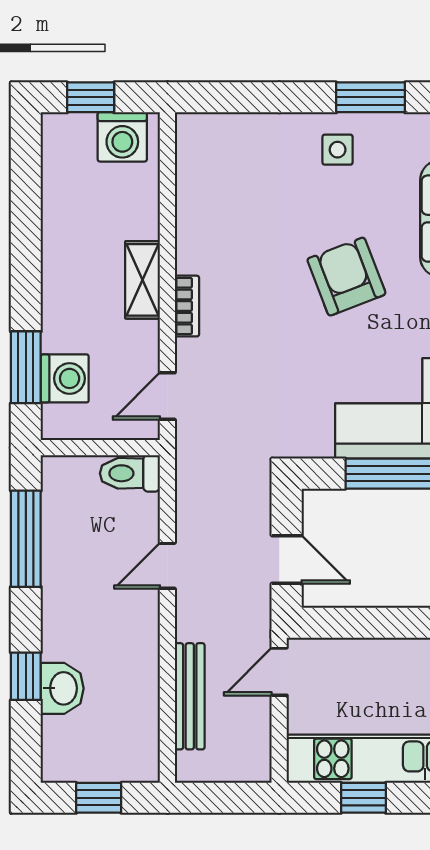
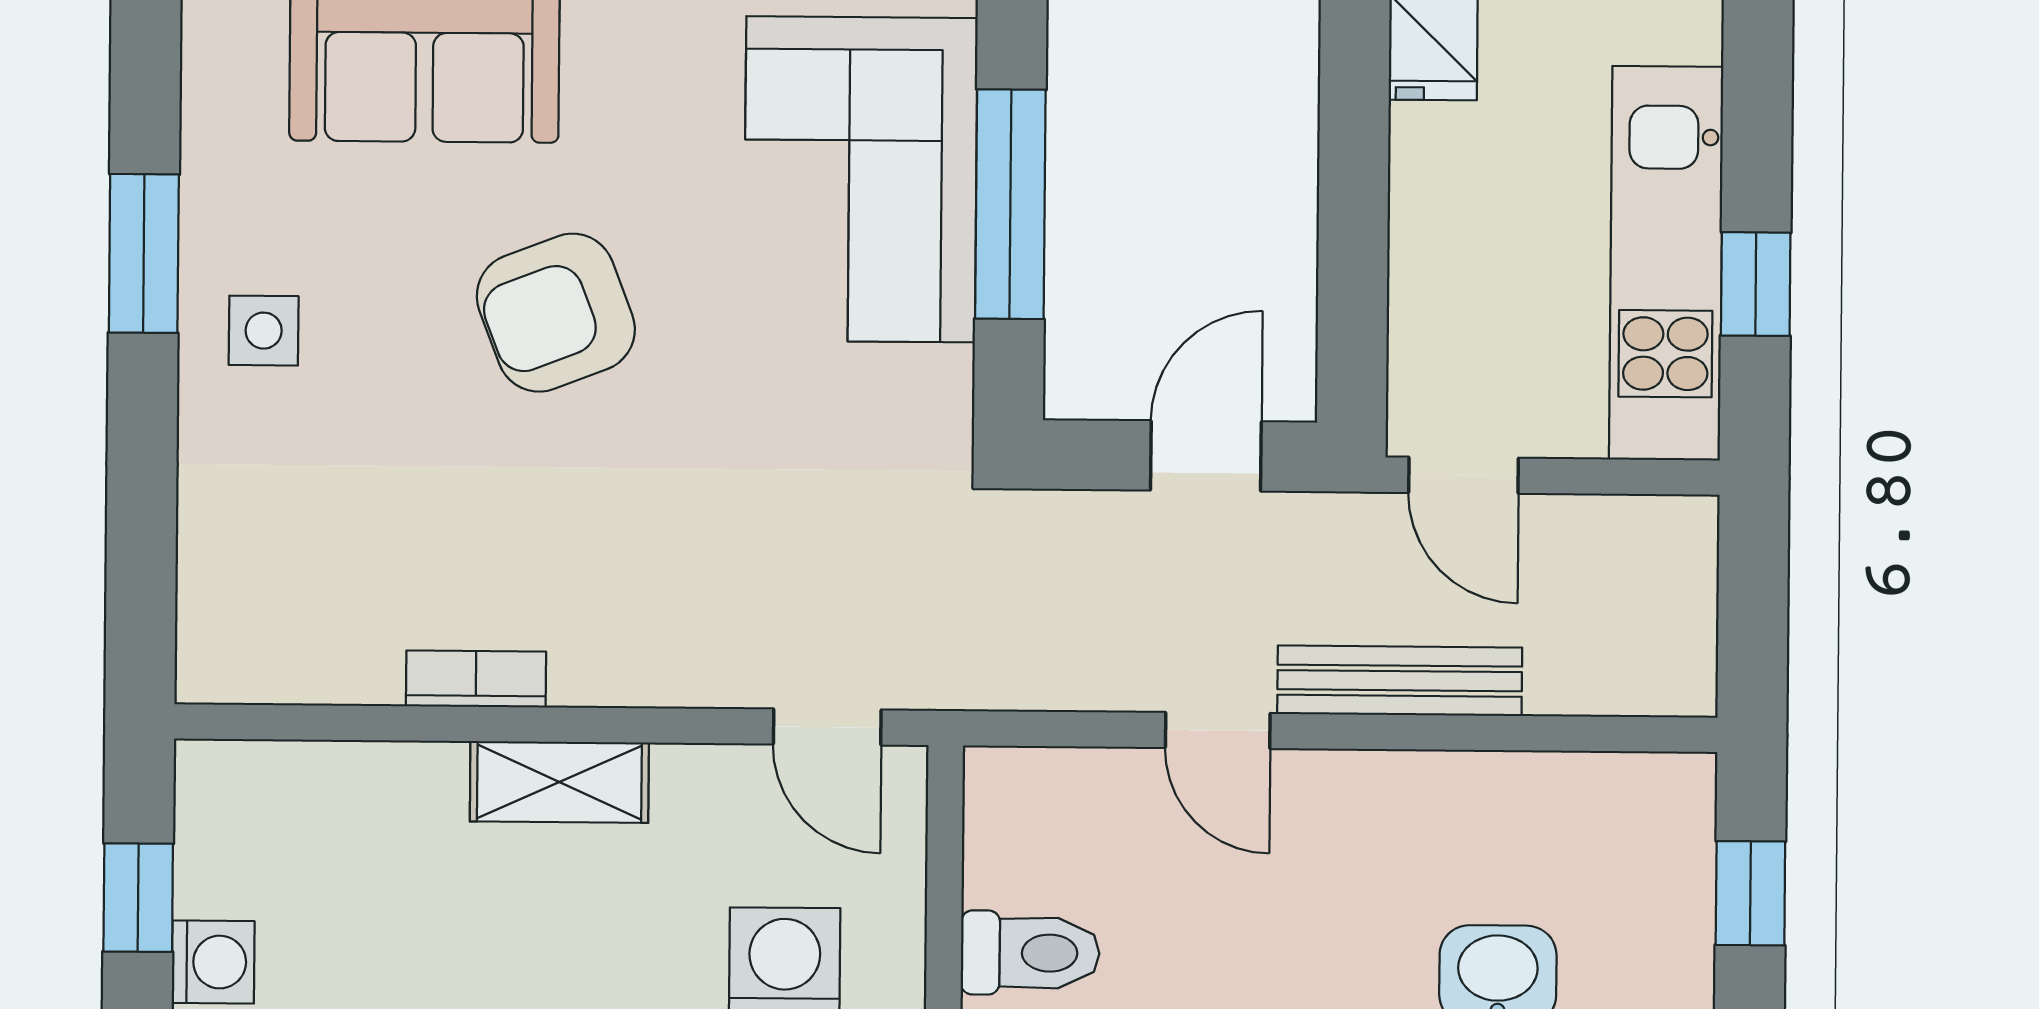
washing machine: (122, 137) -> (213, 962), moved, width x0.73, depth x0.73
bookcase: (187, 306) -> (476, 679), moved
toilet: (130, 473) -> (1030, 953), moved, turned -90
bench: (190, 696) -> (1400, 681), moved

